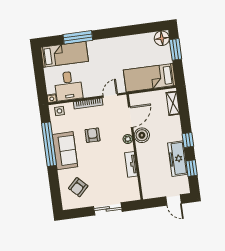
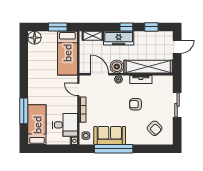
window: (176, 49) -> (58, 27), moved
armchair: (93, 135) -> (135, 104), moved
sofa: (65, 151) -> (110, 135), moved
freezer: (178, 159) -> (119, 38), moved
shelving: (147, 171) -> (148, 67), added

